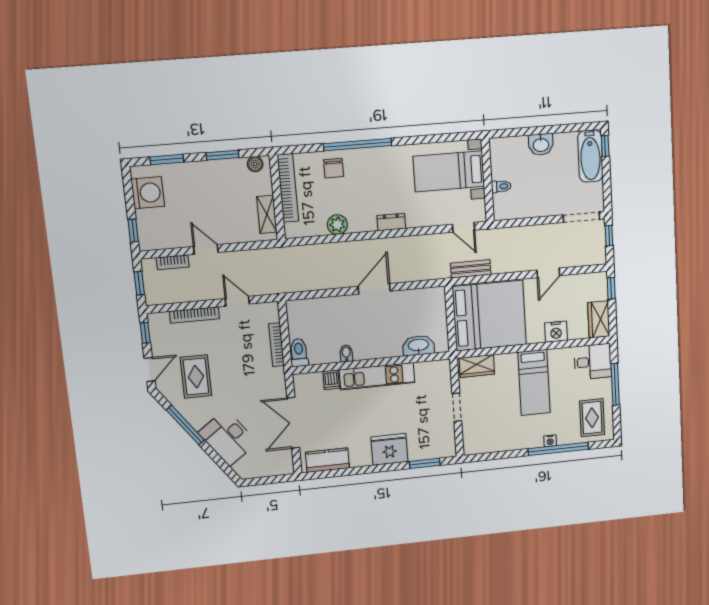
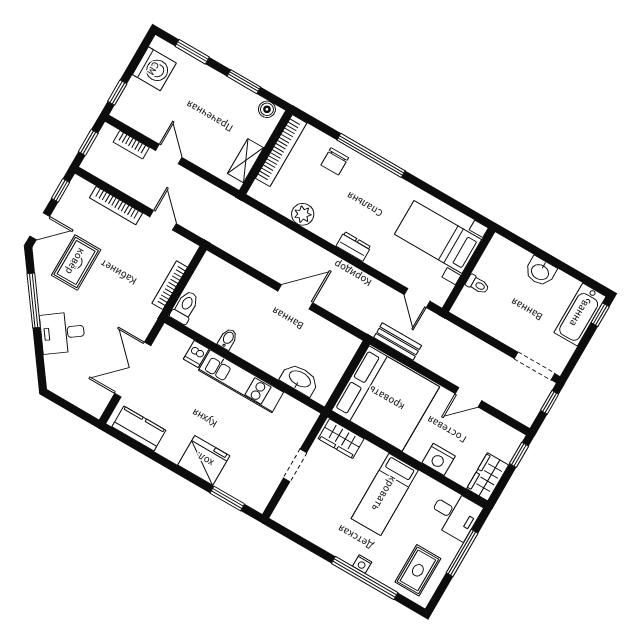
desk: (228, 438) -> (63, 333), width x0.73

